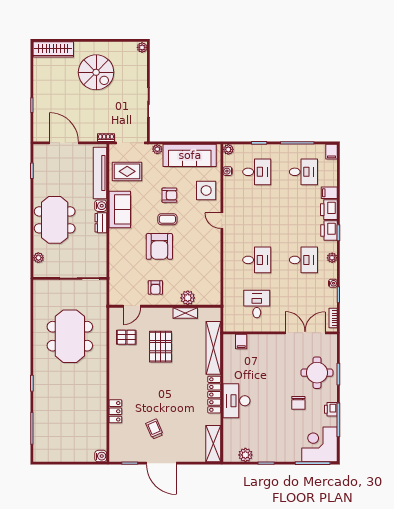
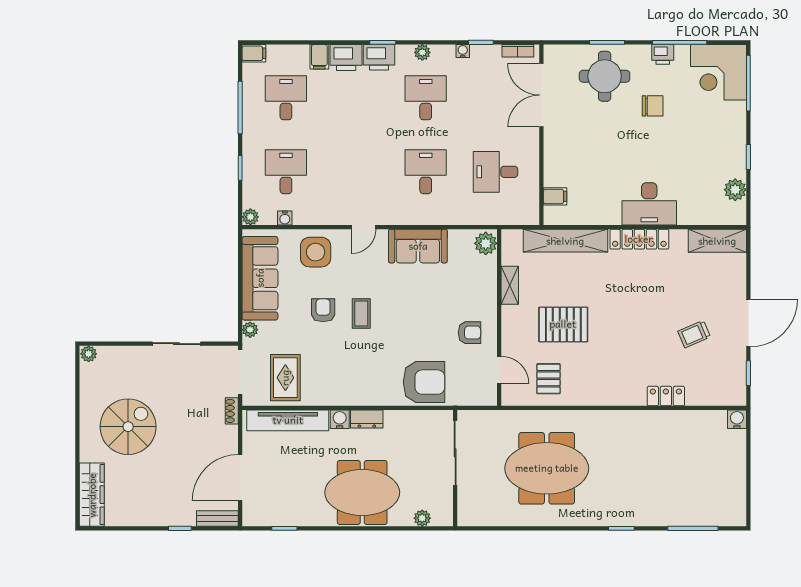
bench: (38, 129) -> (217, 519), added
sofa: (120, 209) -> (418, 246), moved, turned 180
armchair: (159, 246) -> (424, 382), moved
plant: (188, 298) -> (486, 243), moved

